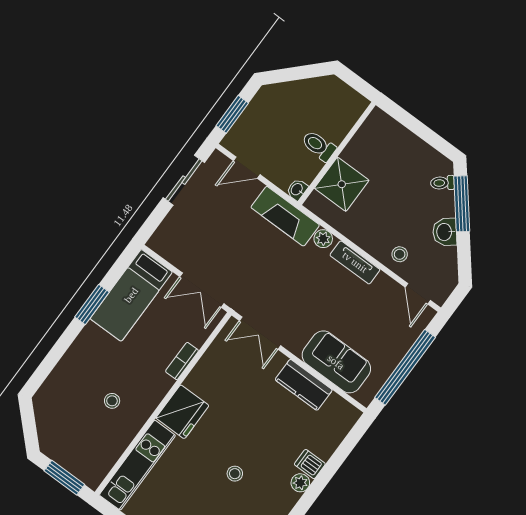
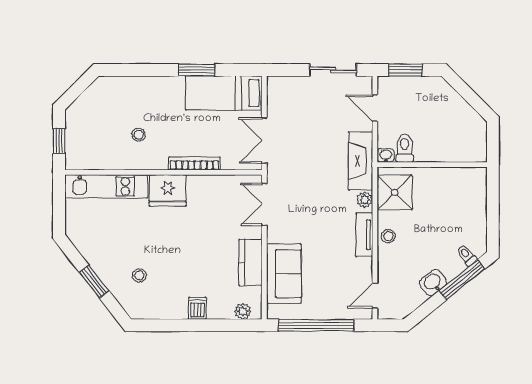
toilet: (319, 146) -> (405, 148), moved
shower: (342, 184) -> (395, 192), moved
stool: (400, 254) -> (388, 236), moved
bookcase: (182, 361) -> (194, 164), width x1.56
stool: (235, 474) -> (139, 275), moved
window: (64, 478) -> (59, 141), width x0.67
plant: (300, 483) -> (243, 311), moved

